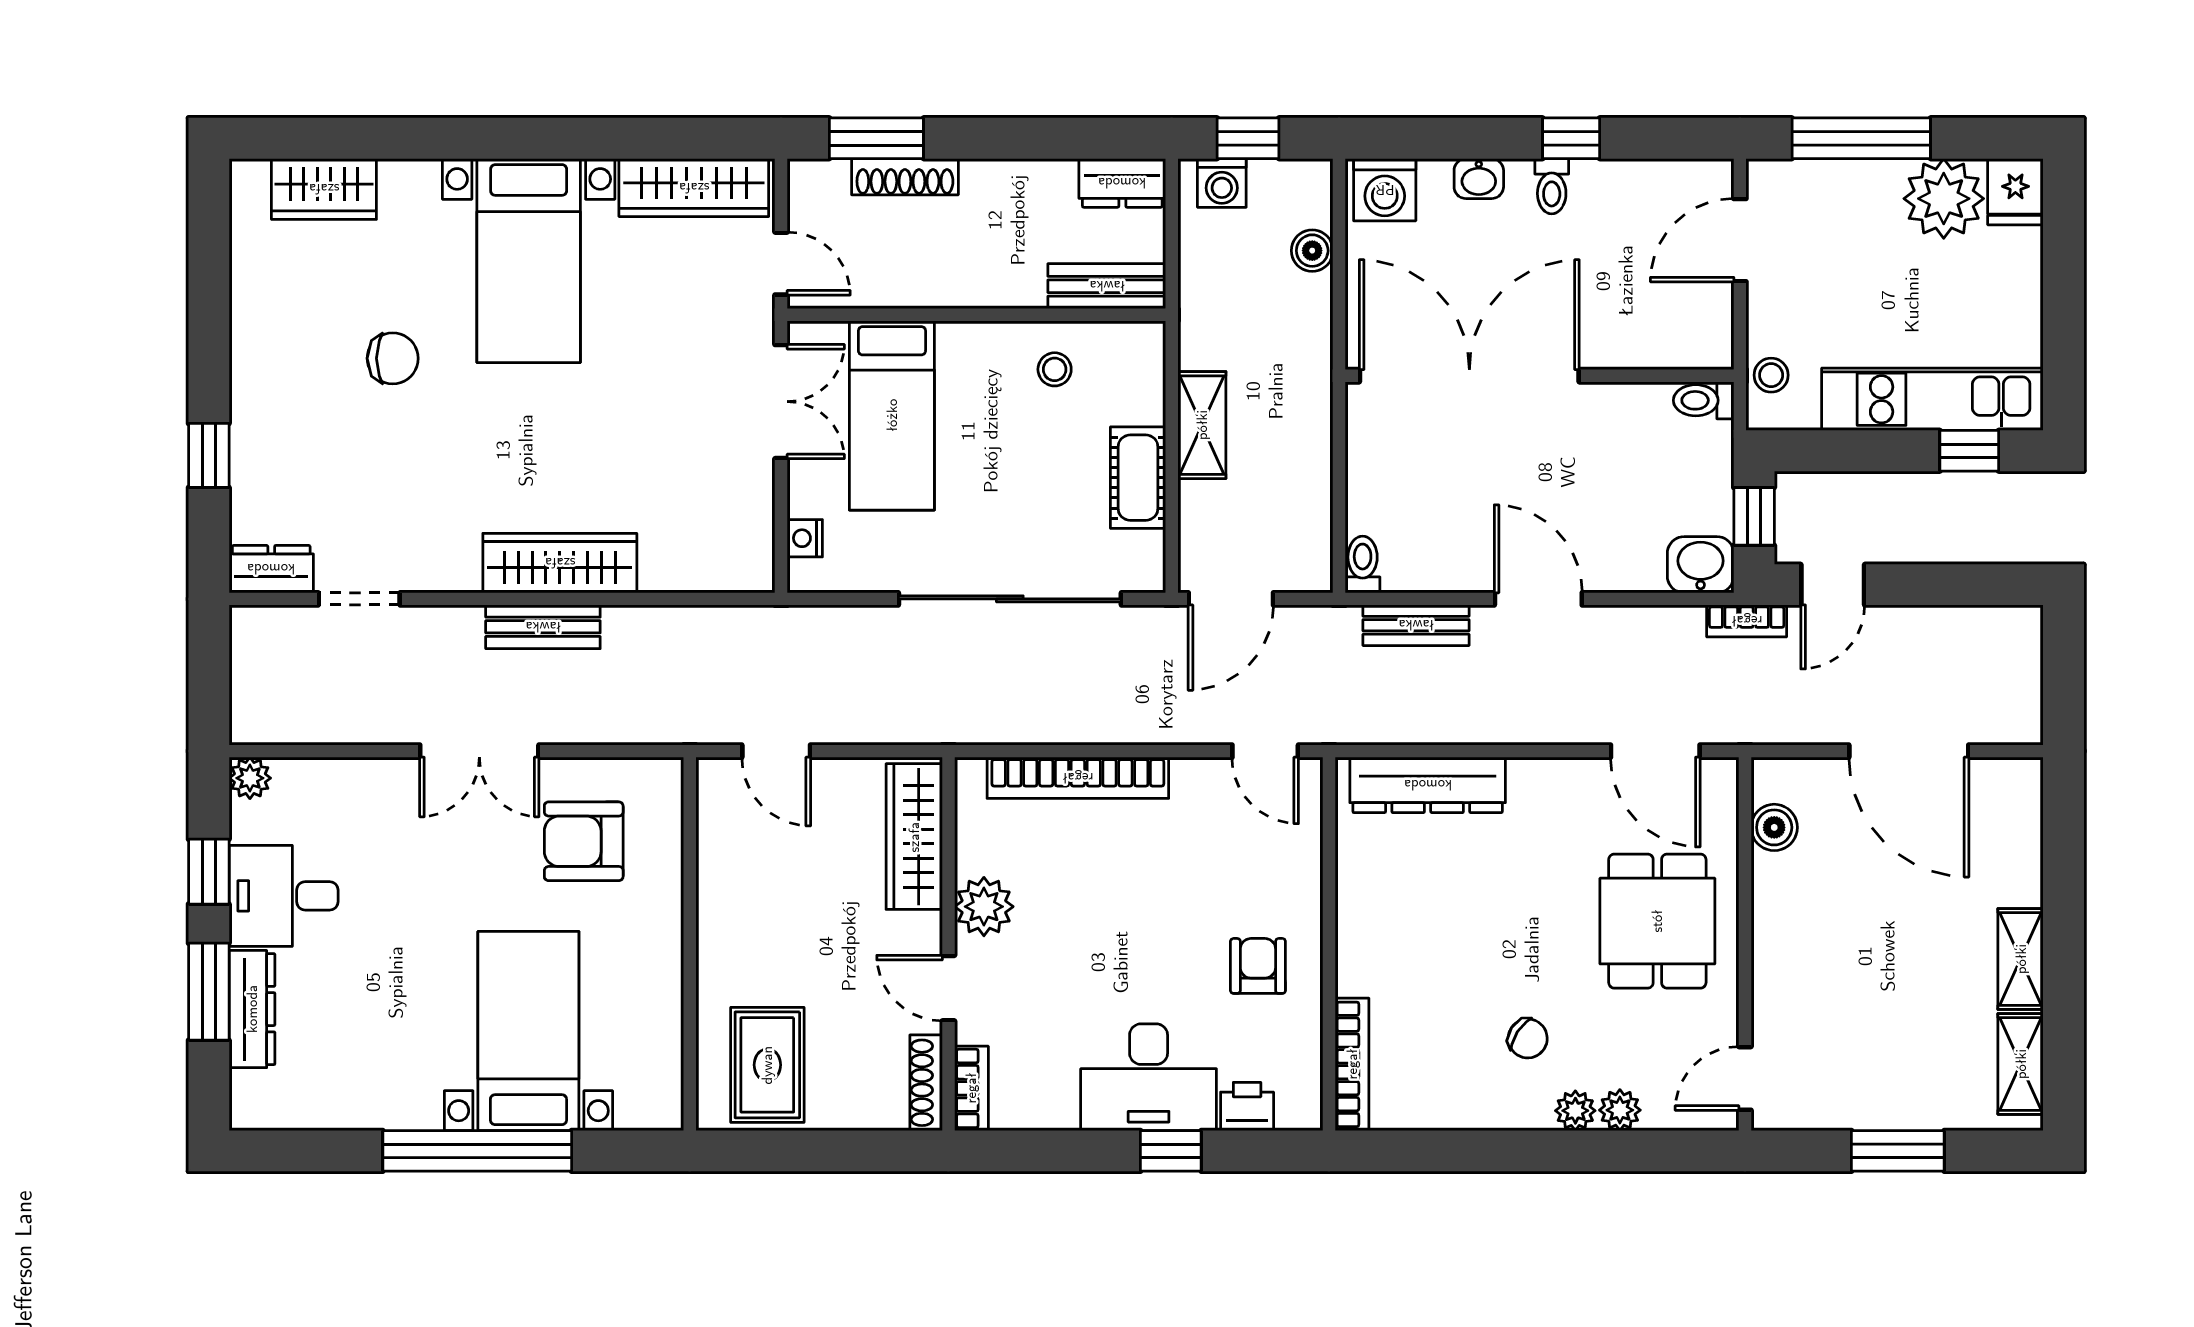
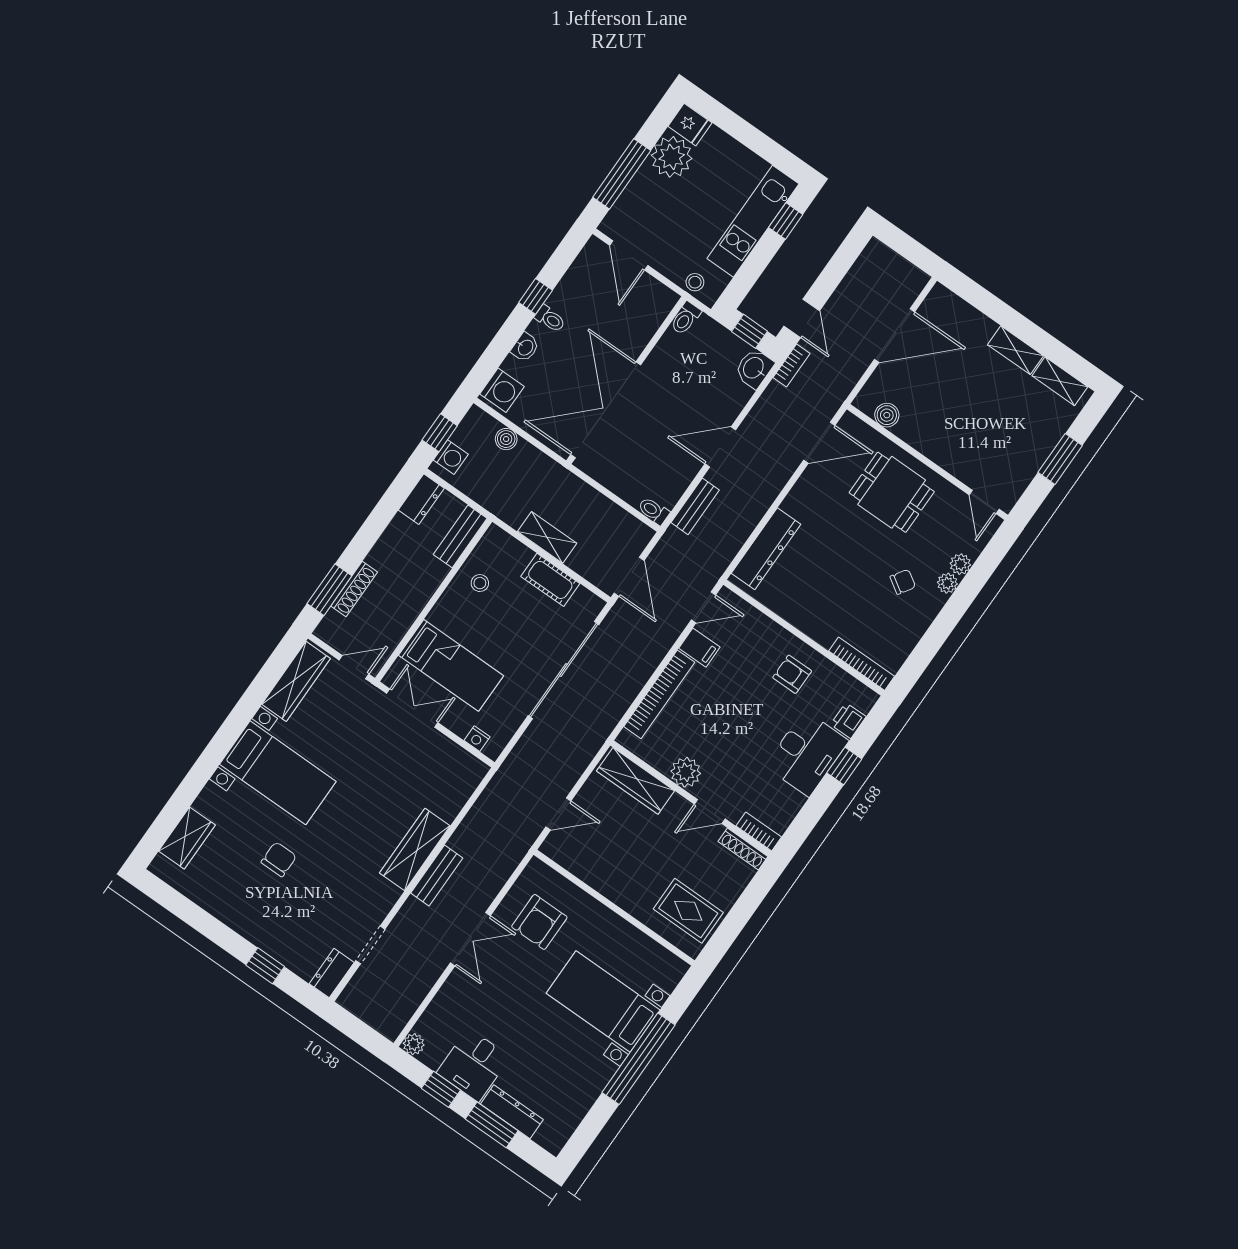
filing cabinet: (1197, 789) -> (699, 648), added

